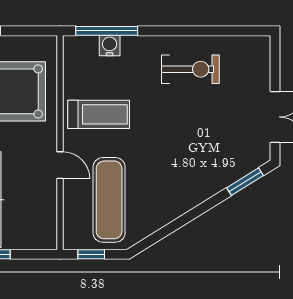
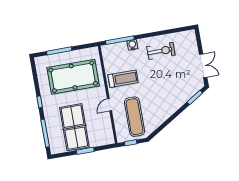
water cooler: (110, 46) -> (132, 45), moved
door: (60, 165) -> (109, 105), swing flipped

